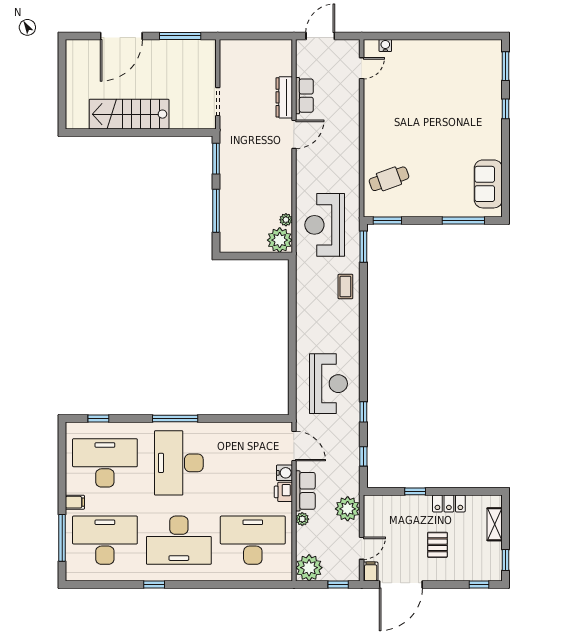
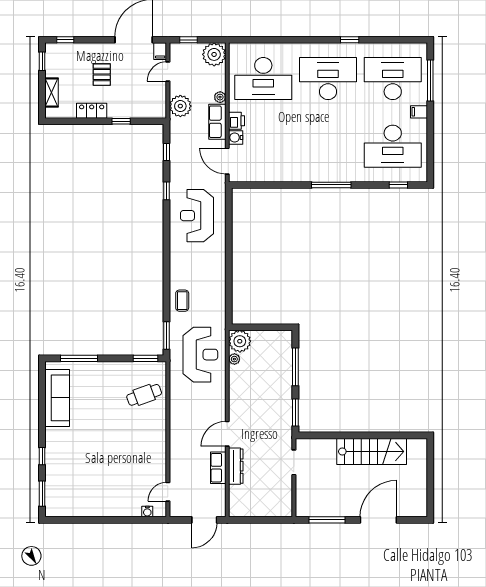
sofa: (488, 184) -> (57, 398), width x1.36
desk: (179, 463) -> (328, 146), removed
desk: (105, 540) -> (393, 79), turned 180

